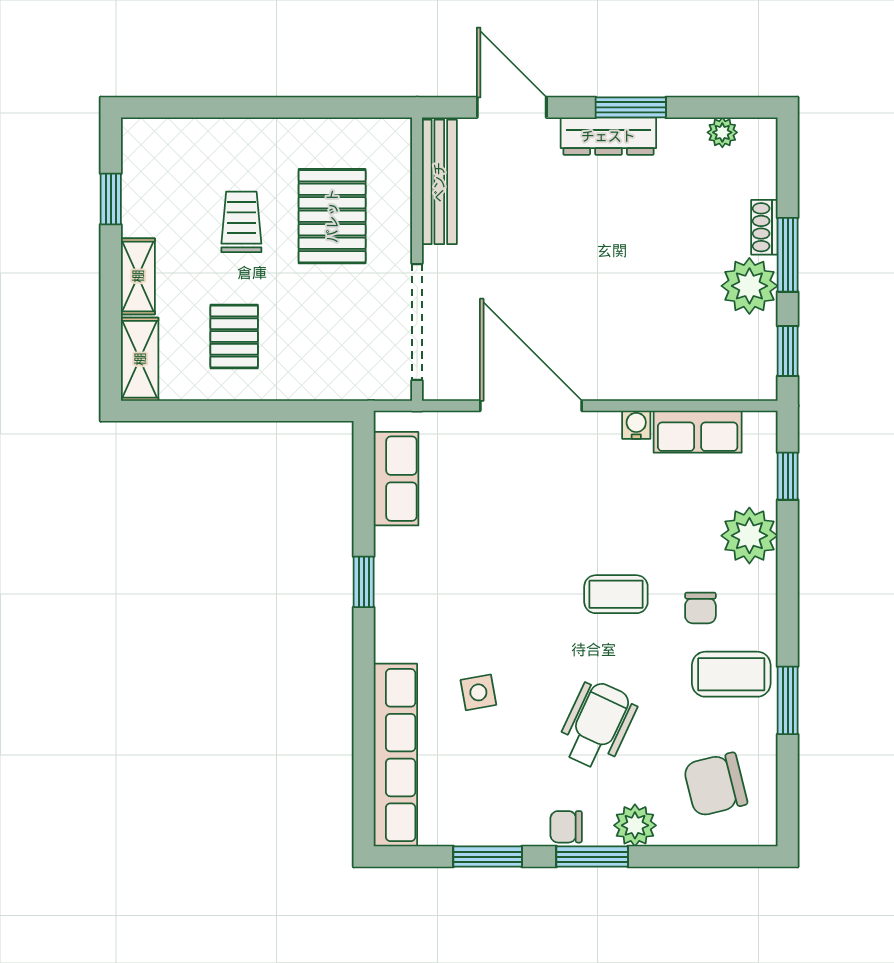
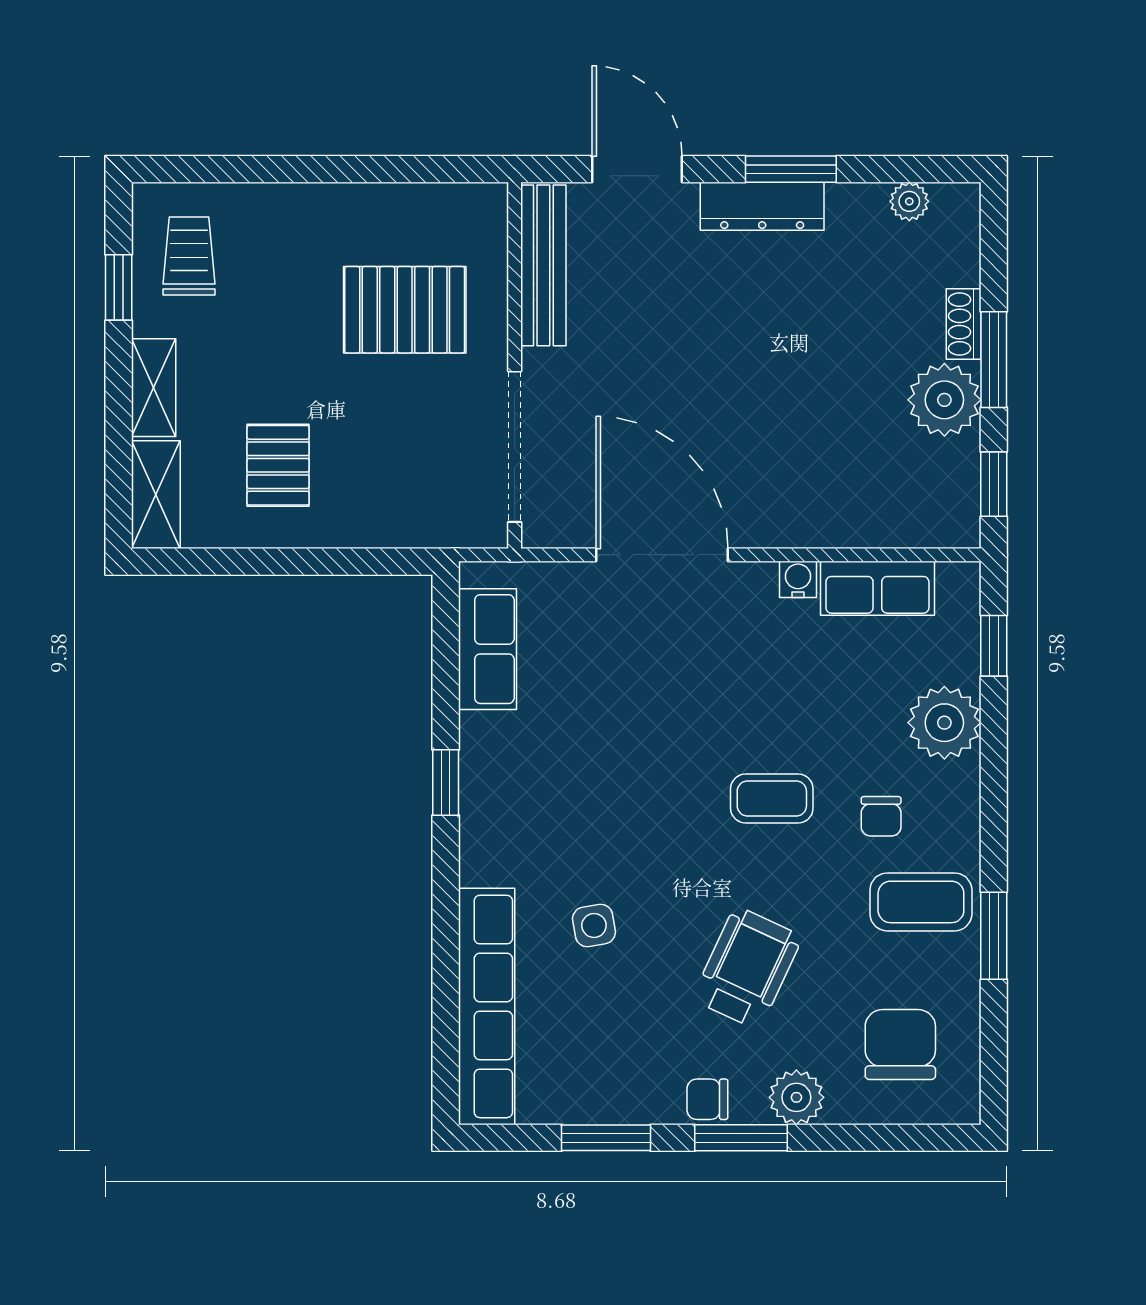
pallet: (332, 216) -> (405, 310), turned 90
trolley: (241, 222) -> (189, 256), moved
chair: (715, 784) -> (900, 1045), turned 104

